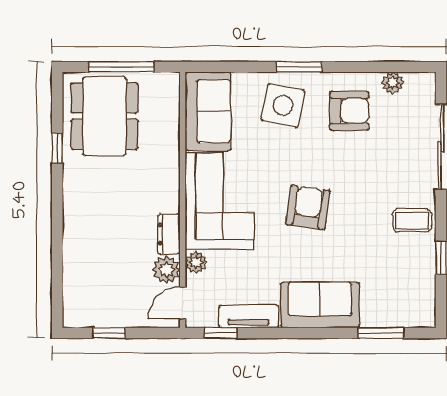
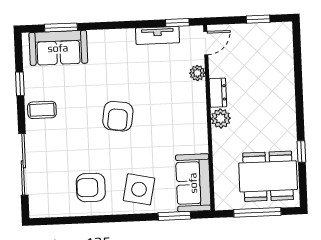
window: (299, 67) -> (174, 216), moved
plant: (393, 83) -> (60, 209), removed
dining table: (105, 116) -> (268, 176), turned 90
corner sofa: (220, 201) -> (182, 118), removed
plant: (166, 270) -> (221, 118), moved
sofa: (320, 305) -> (58, 48), moved

